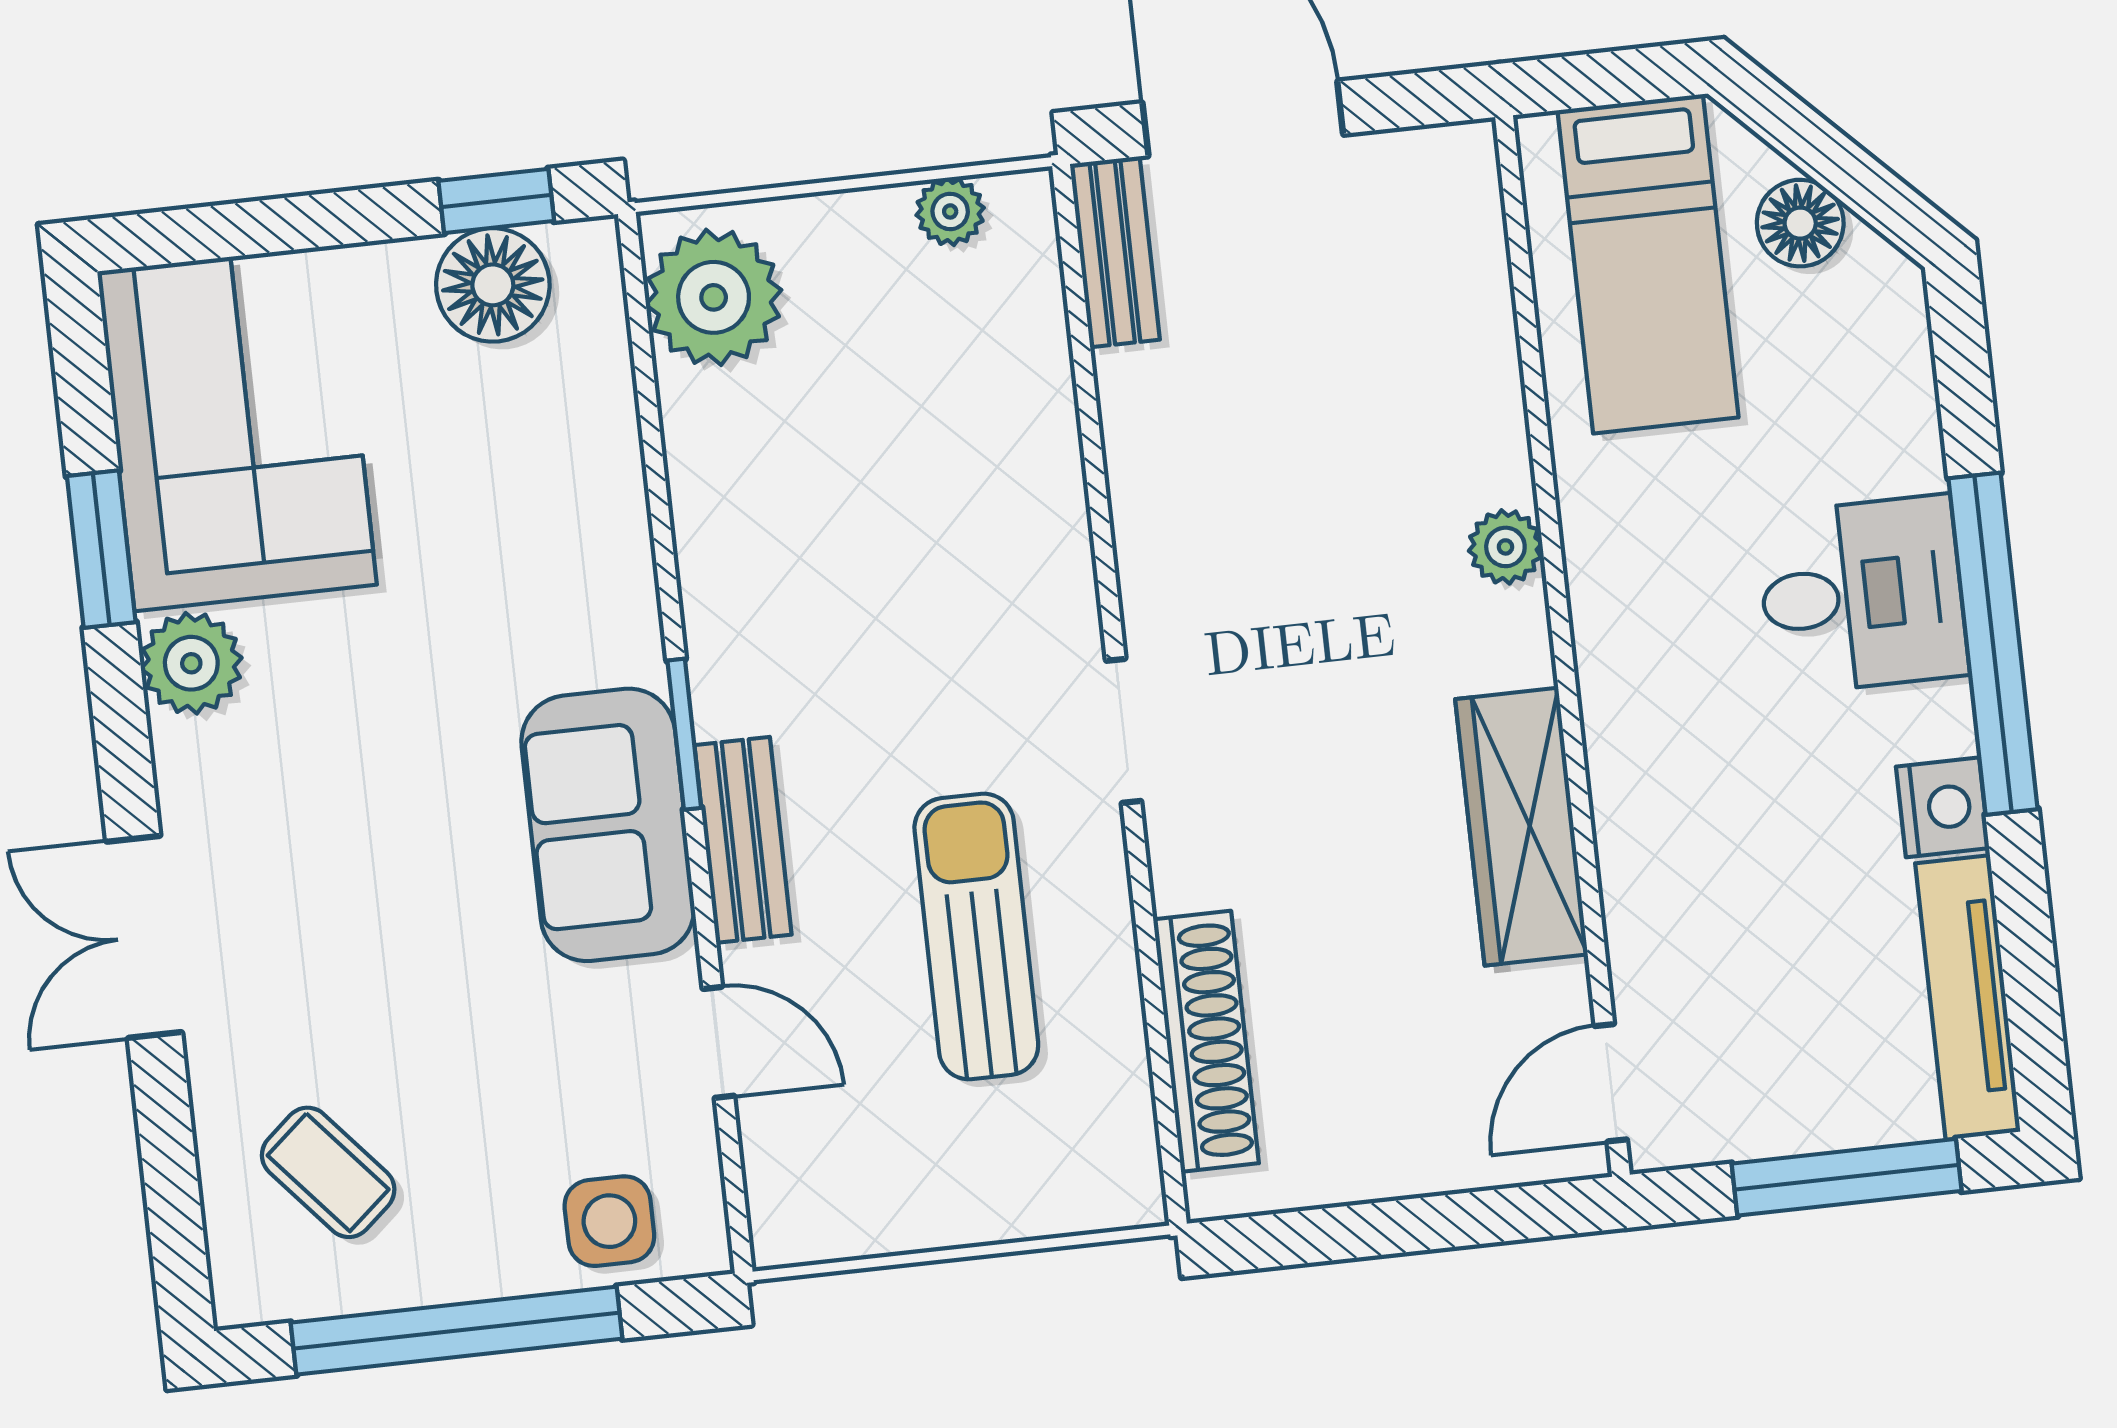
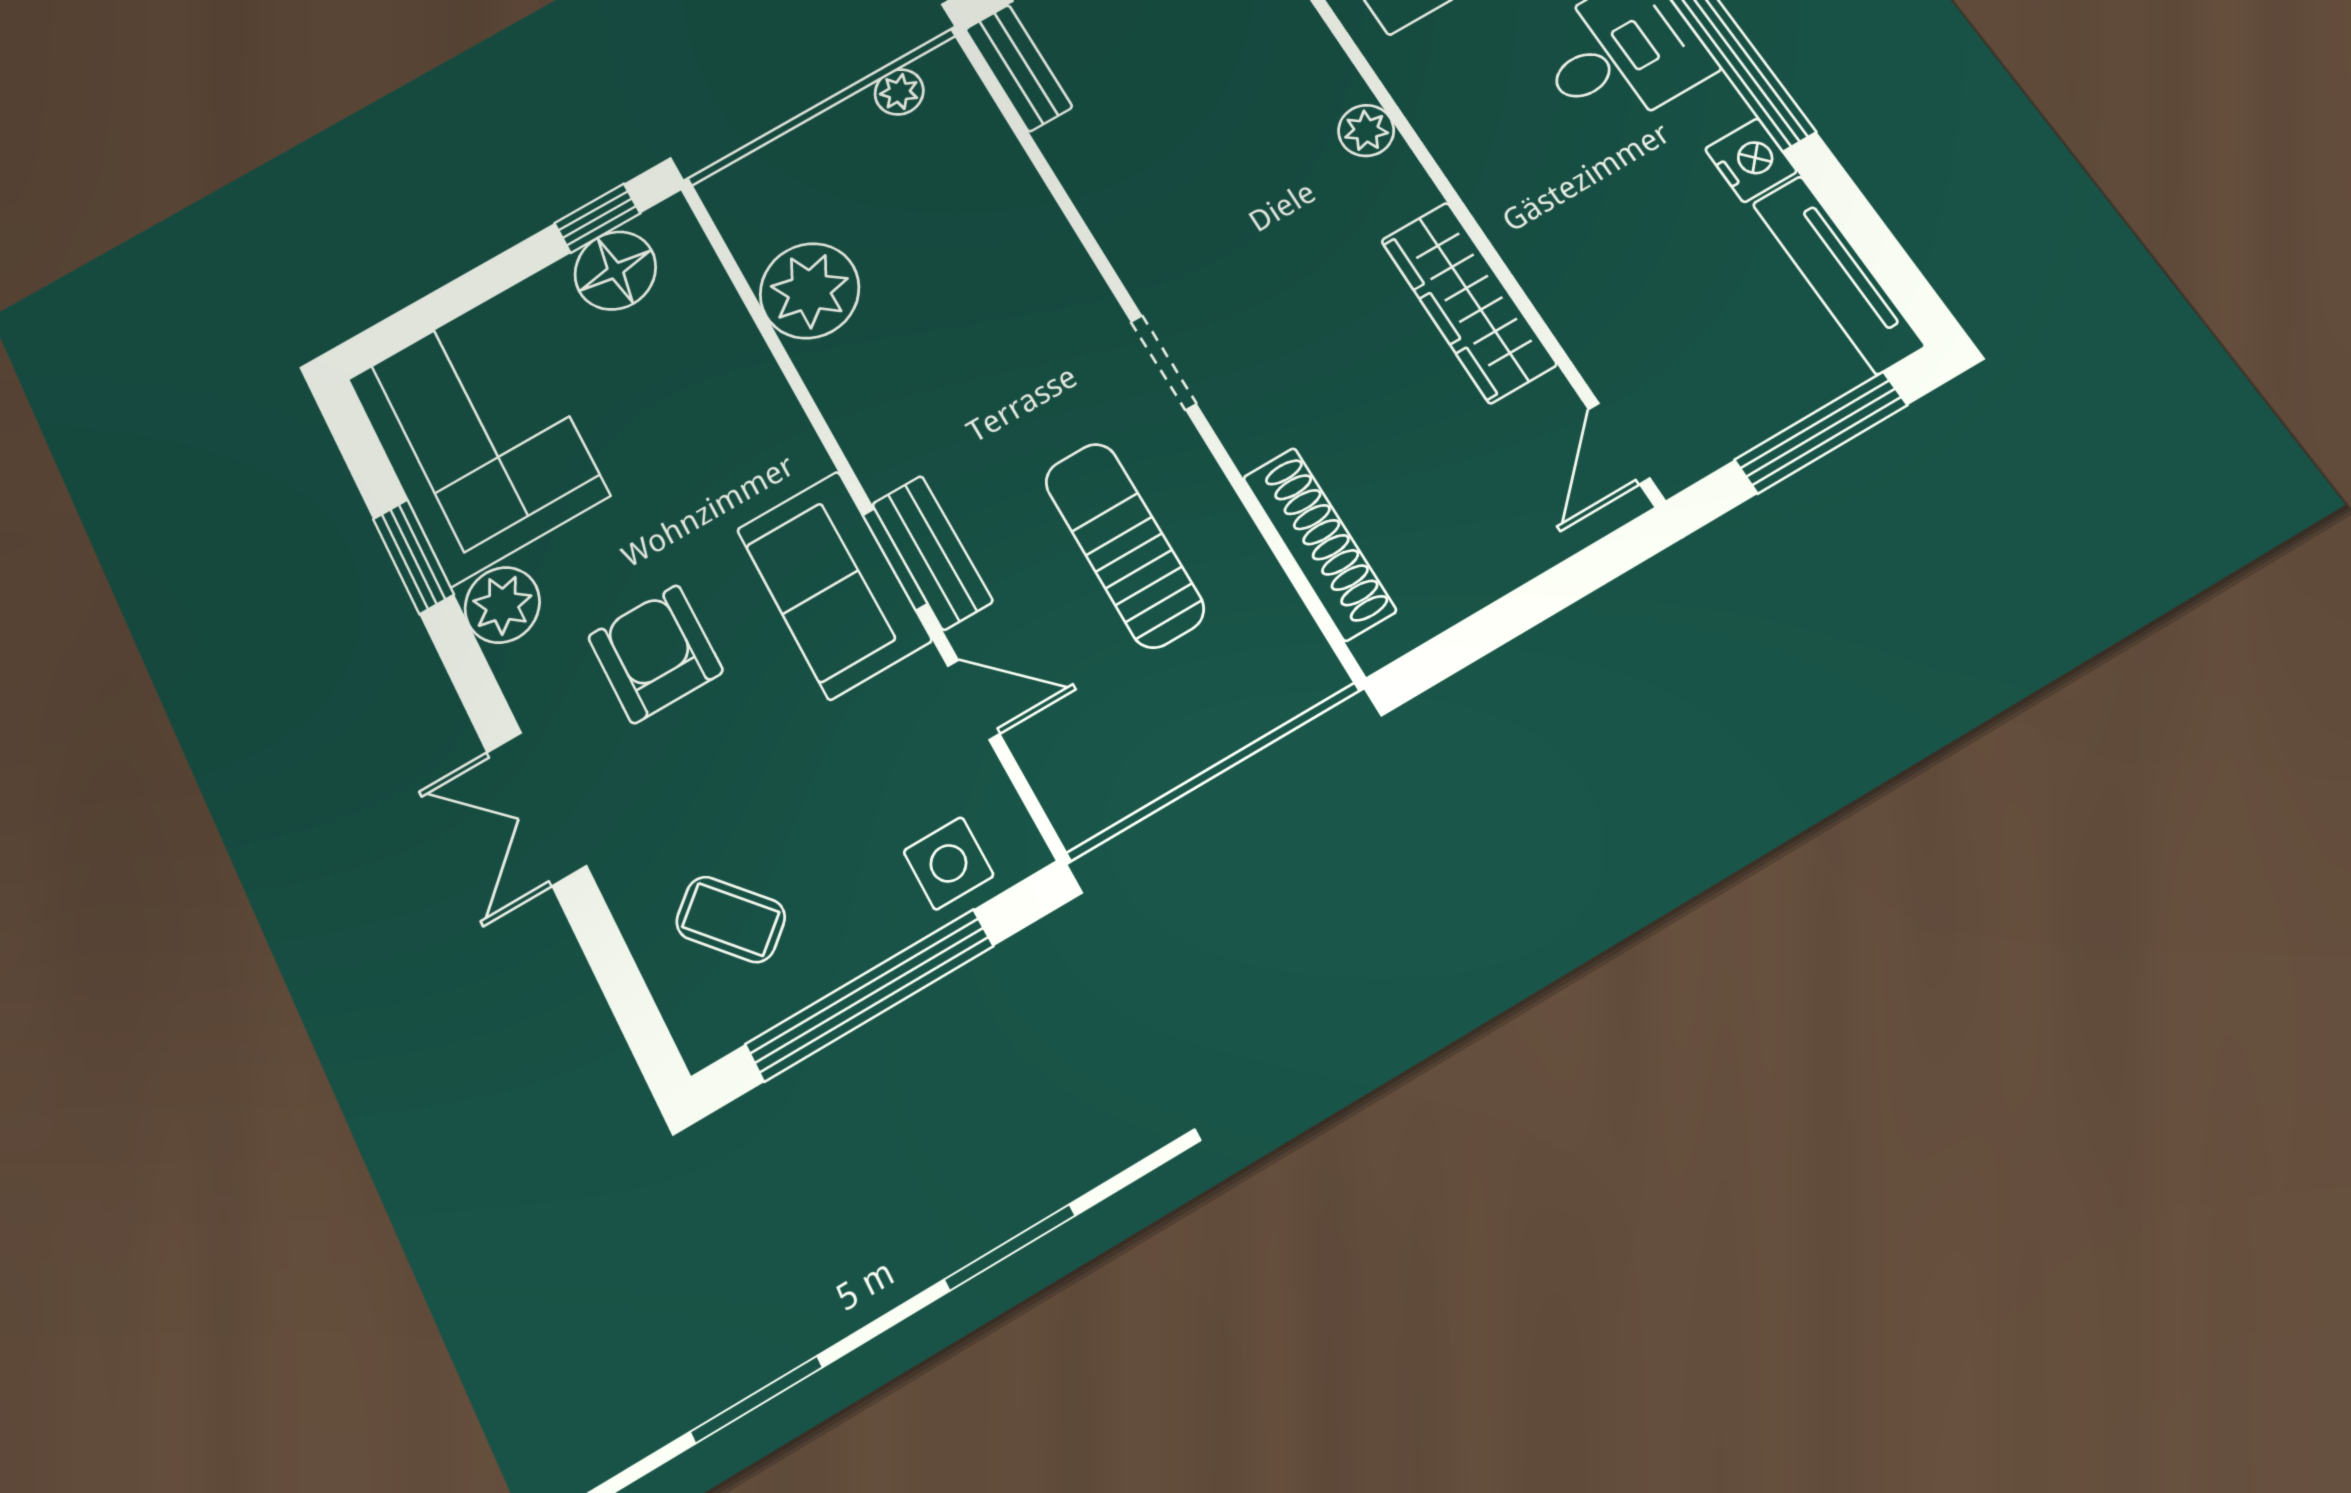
plant: (714, 297) -> (810, 291), moved
window: (684, 734) -> (895, 559), moved
armchair: (358, 812) -> (655, 654), added

